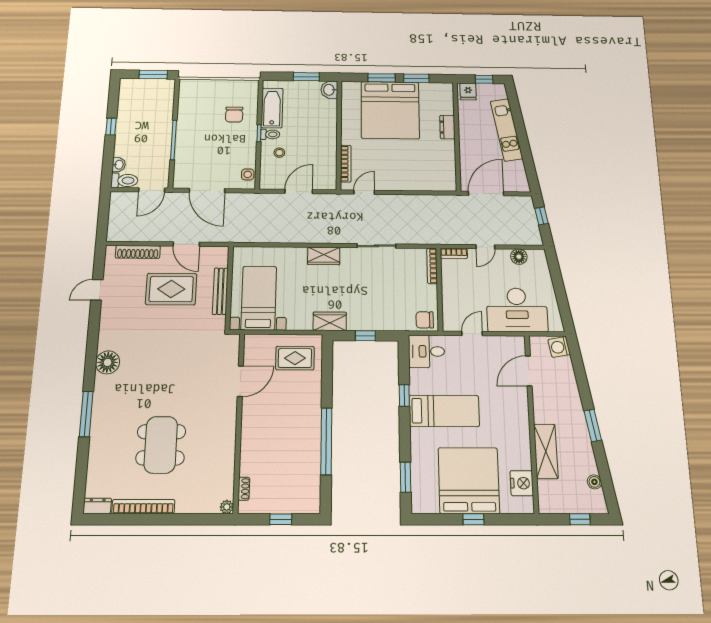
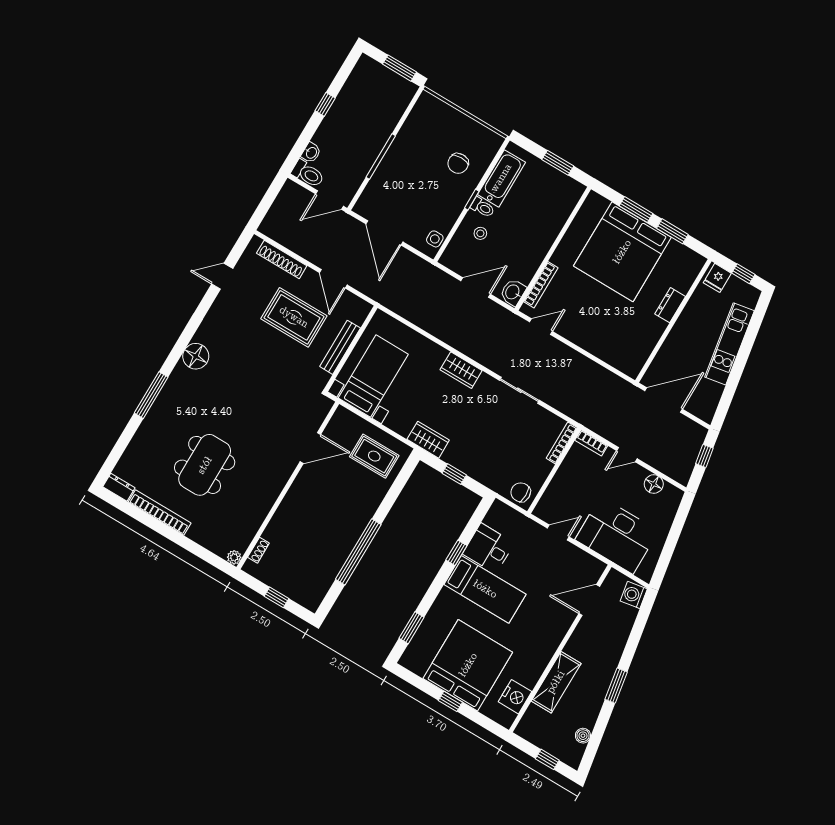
washbasin: (329, 90) -> (513, 292), moved
desk: (426, 351) -> (488, 548), moved

